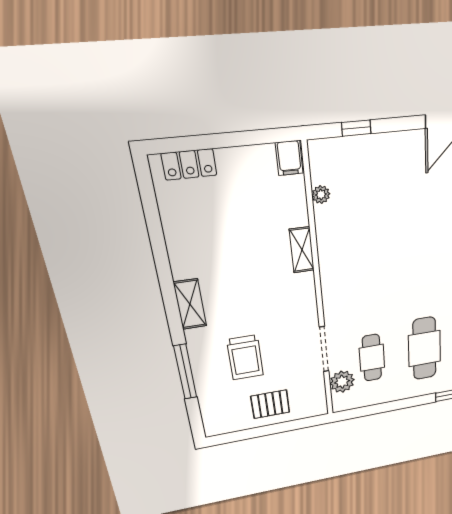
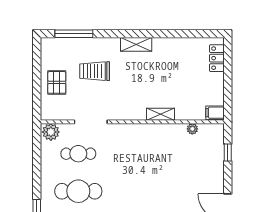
window: (185, 372) -> (74, 34), moved
plant: (342, 382) -> (51, 132), moved

